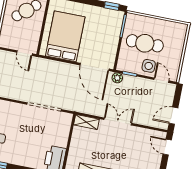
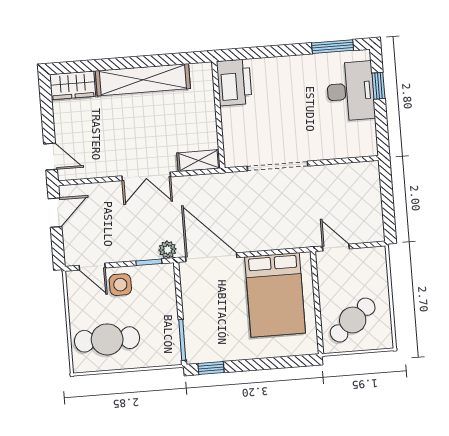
cafe table: (145, 43) -> (107, 339), moved

